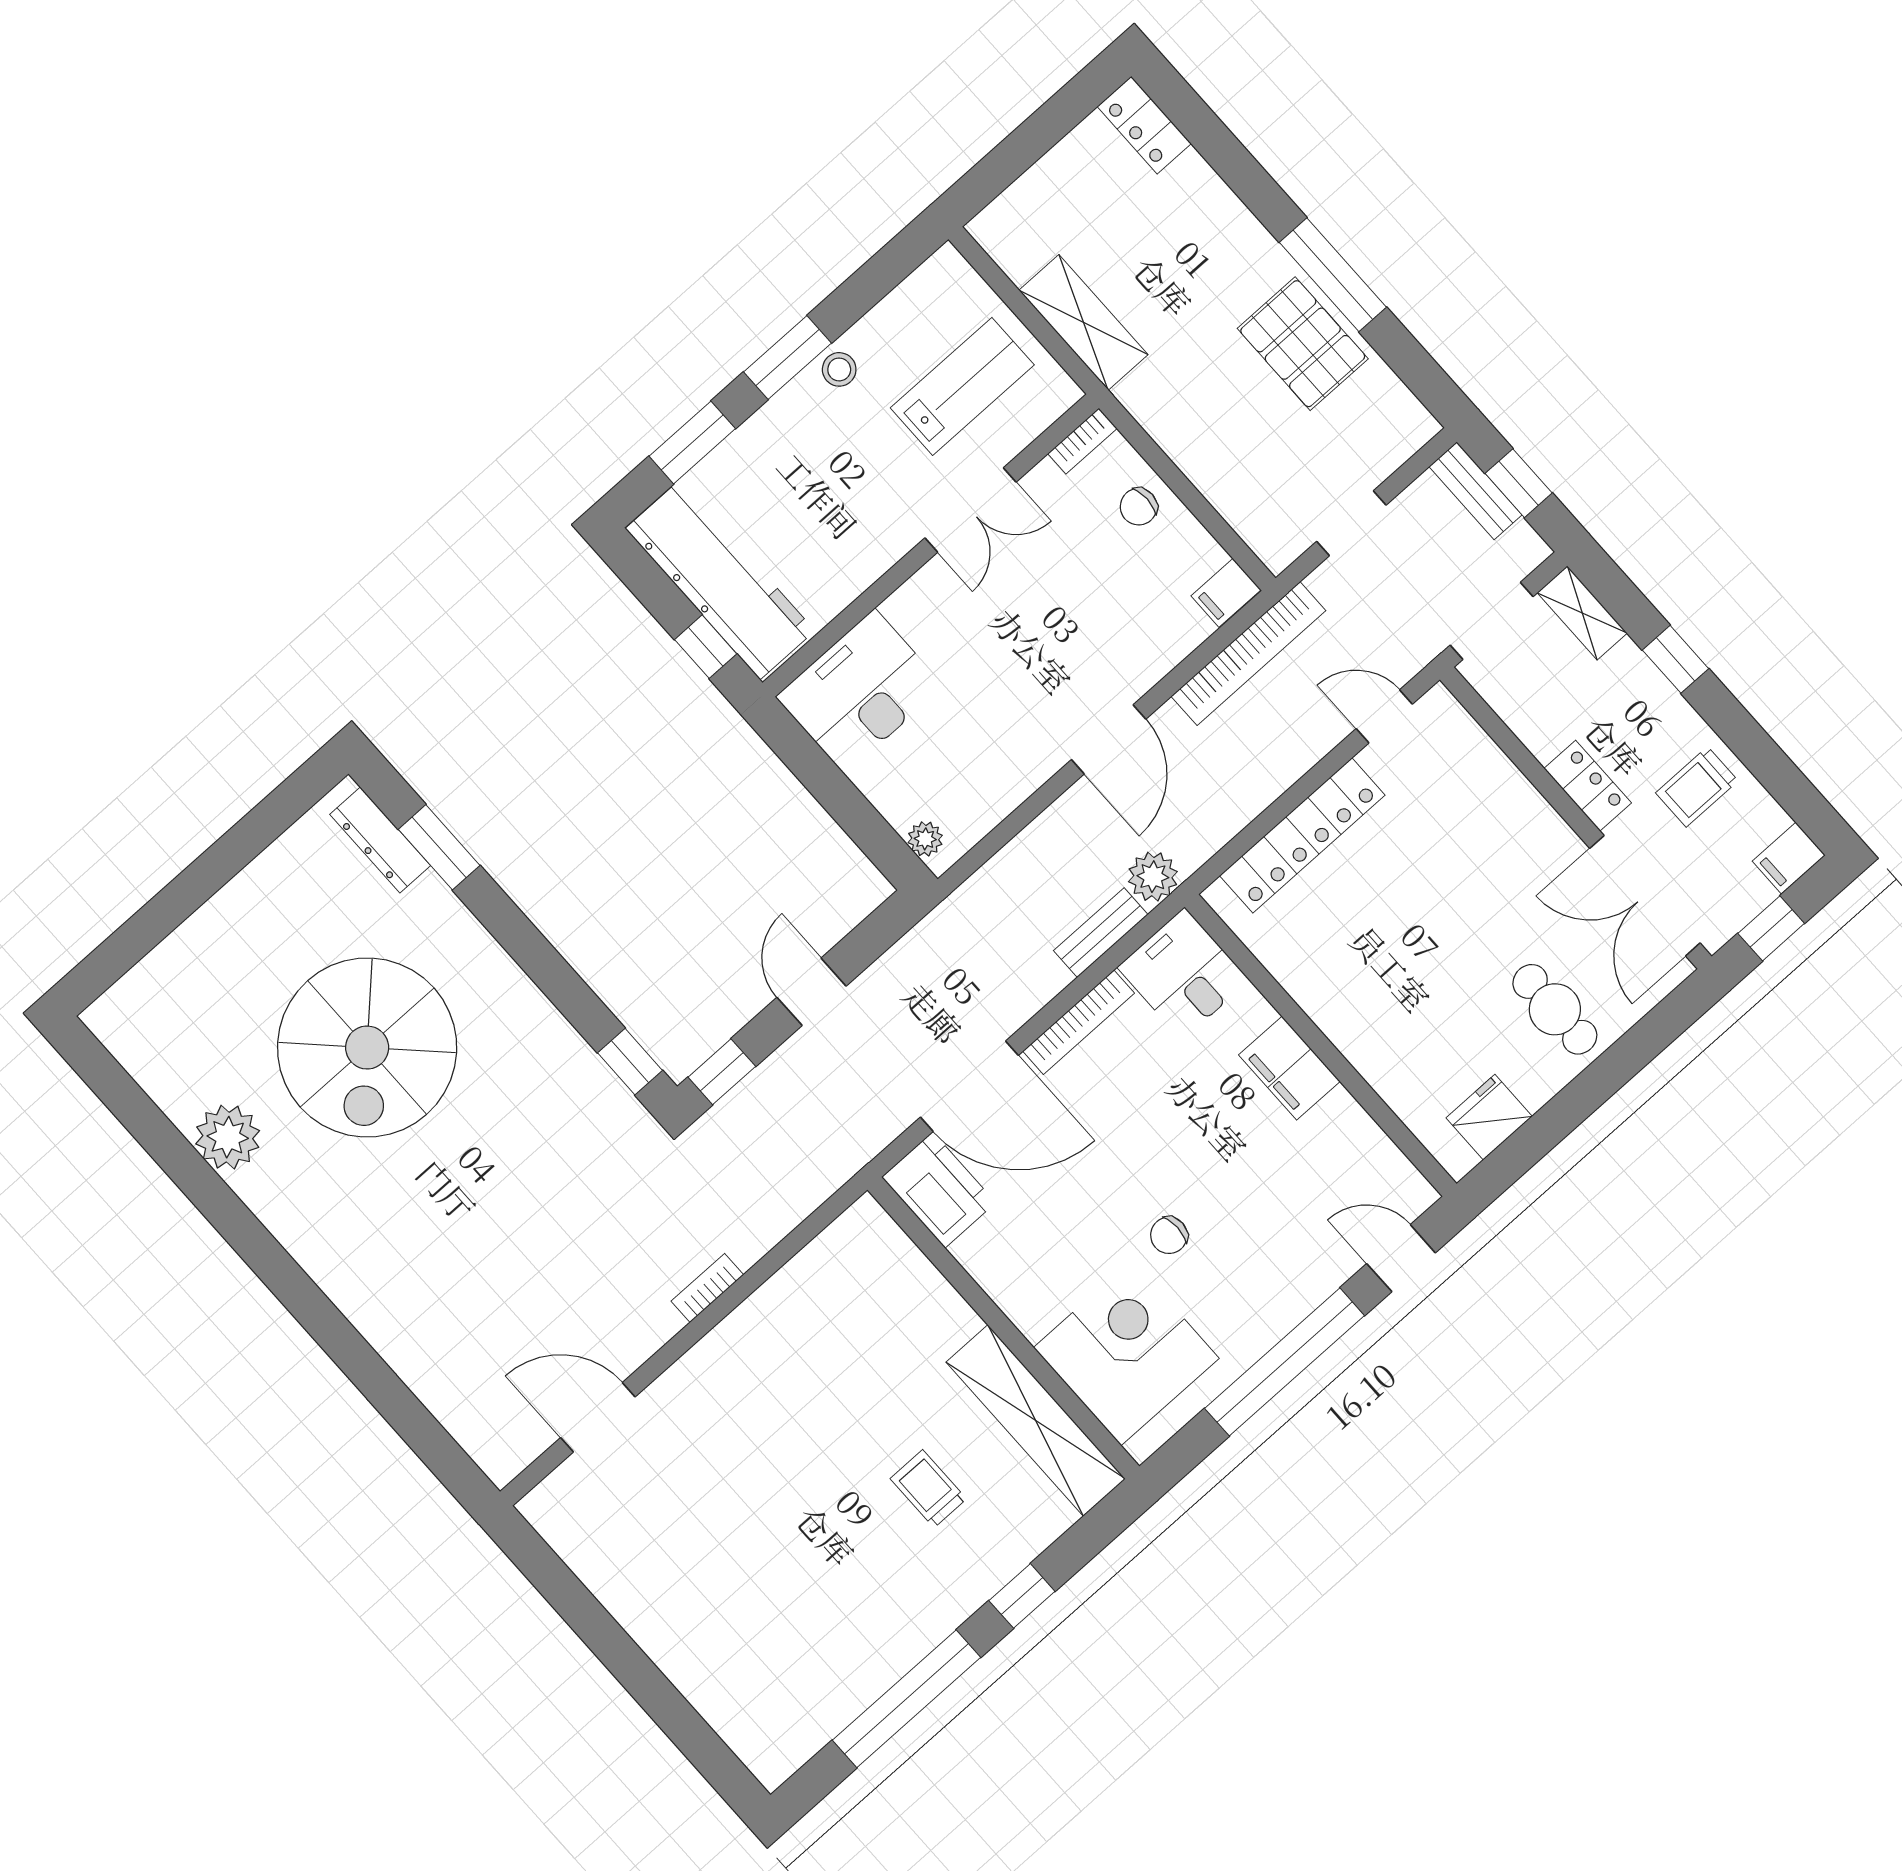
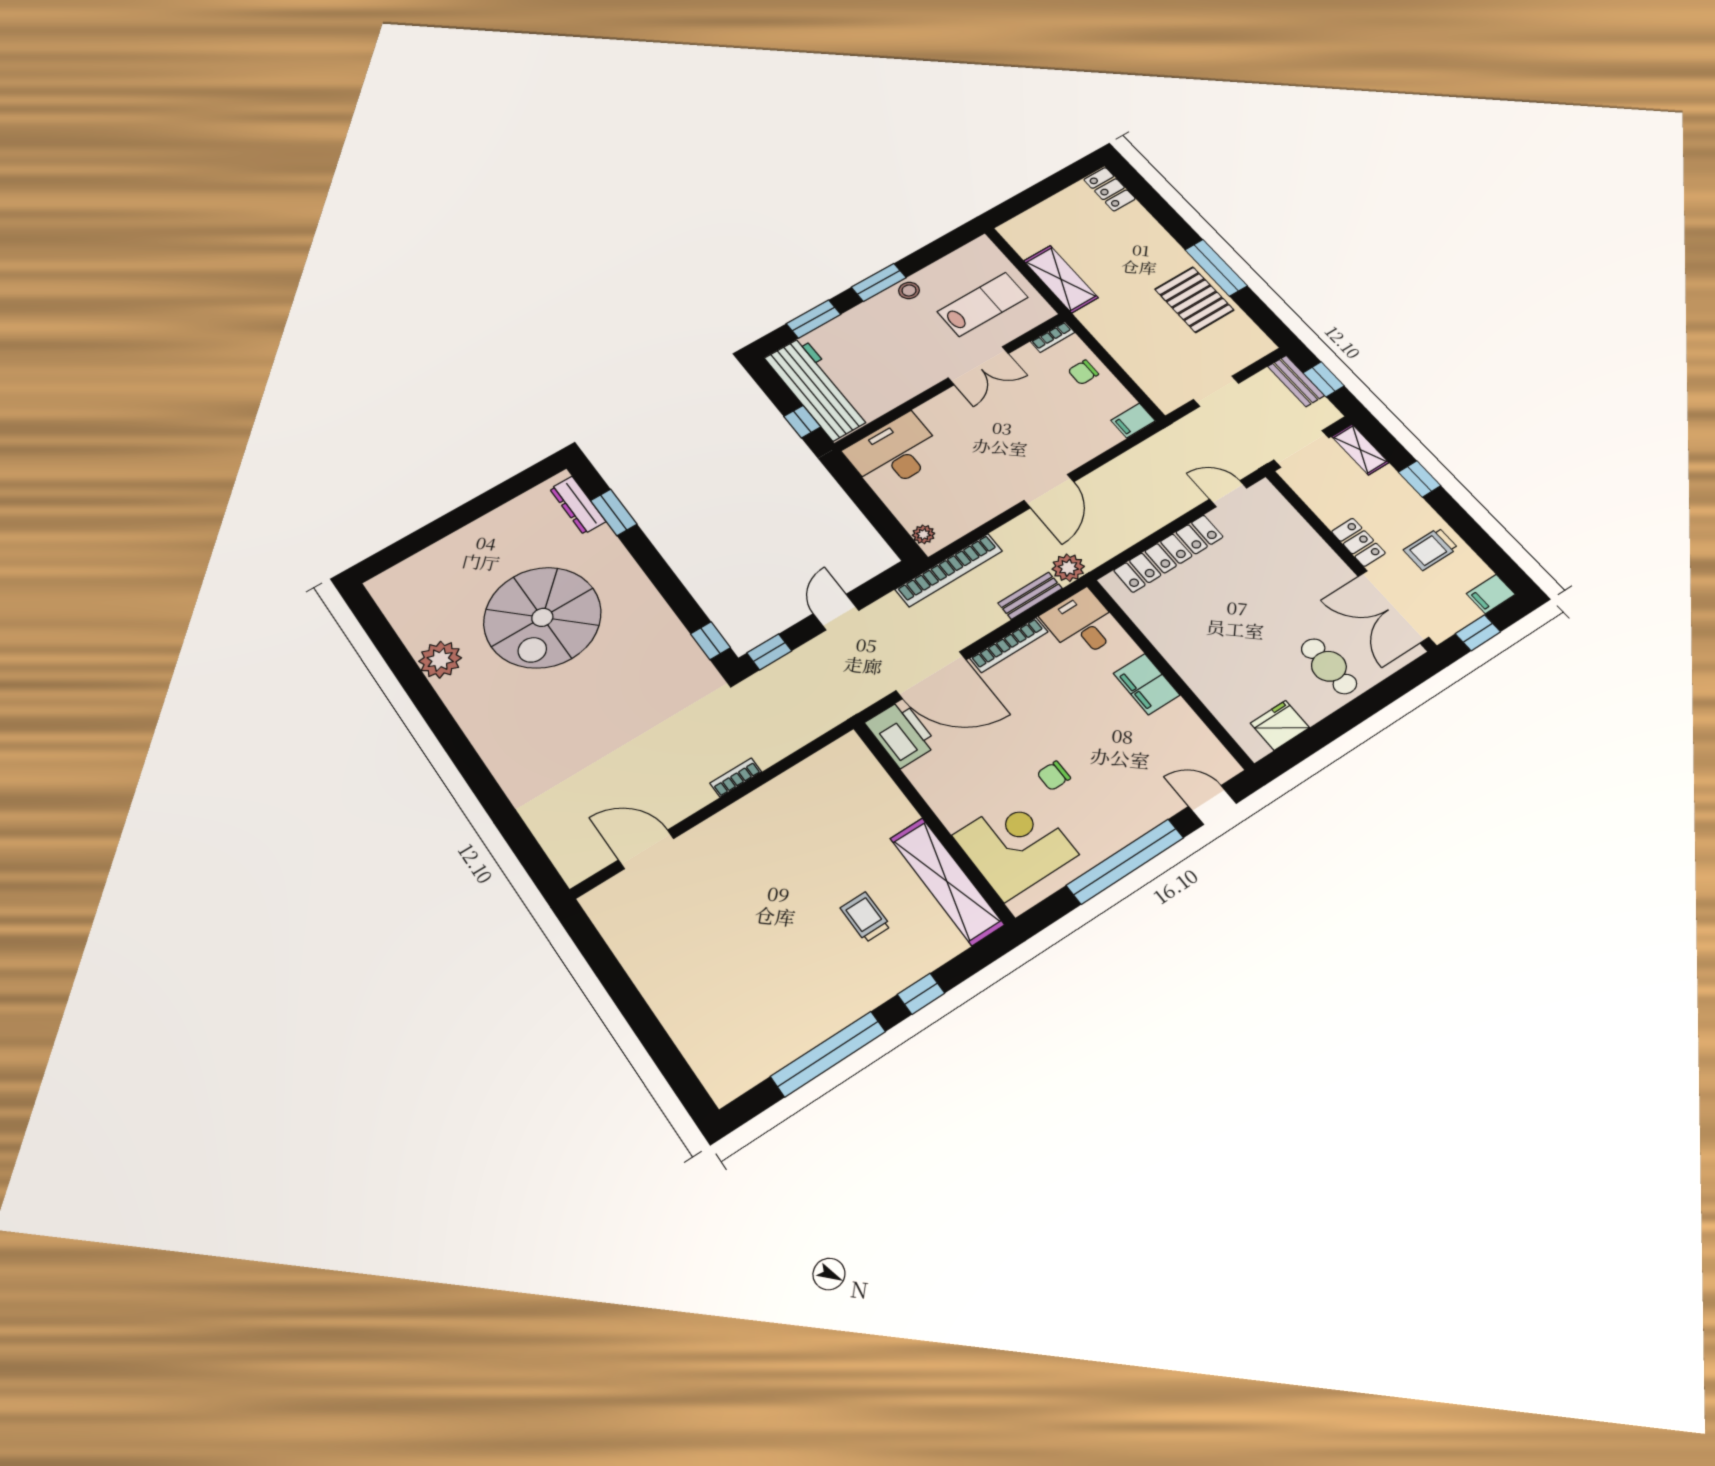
bookcase: (1248, 654) -> (949, 570), moved

